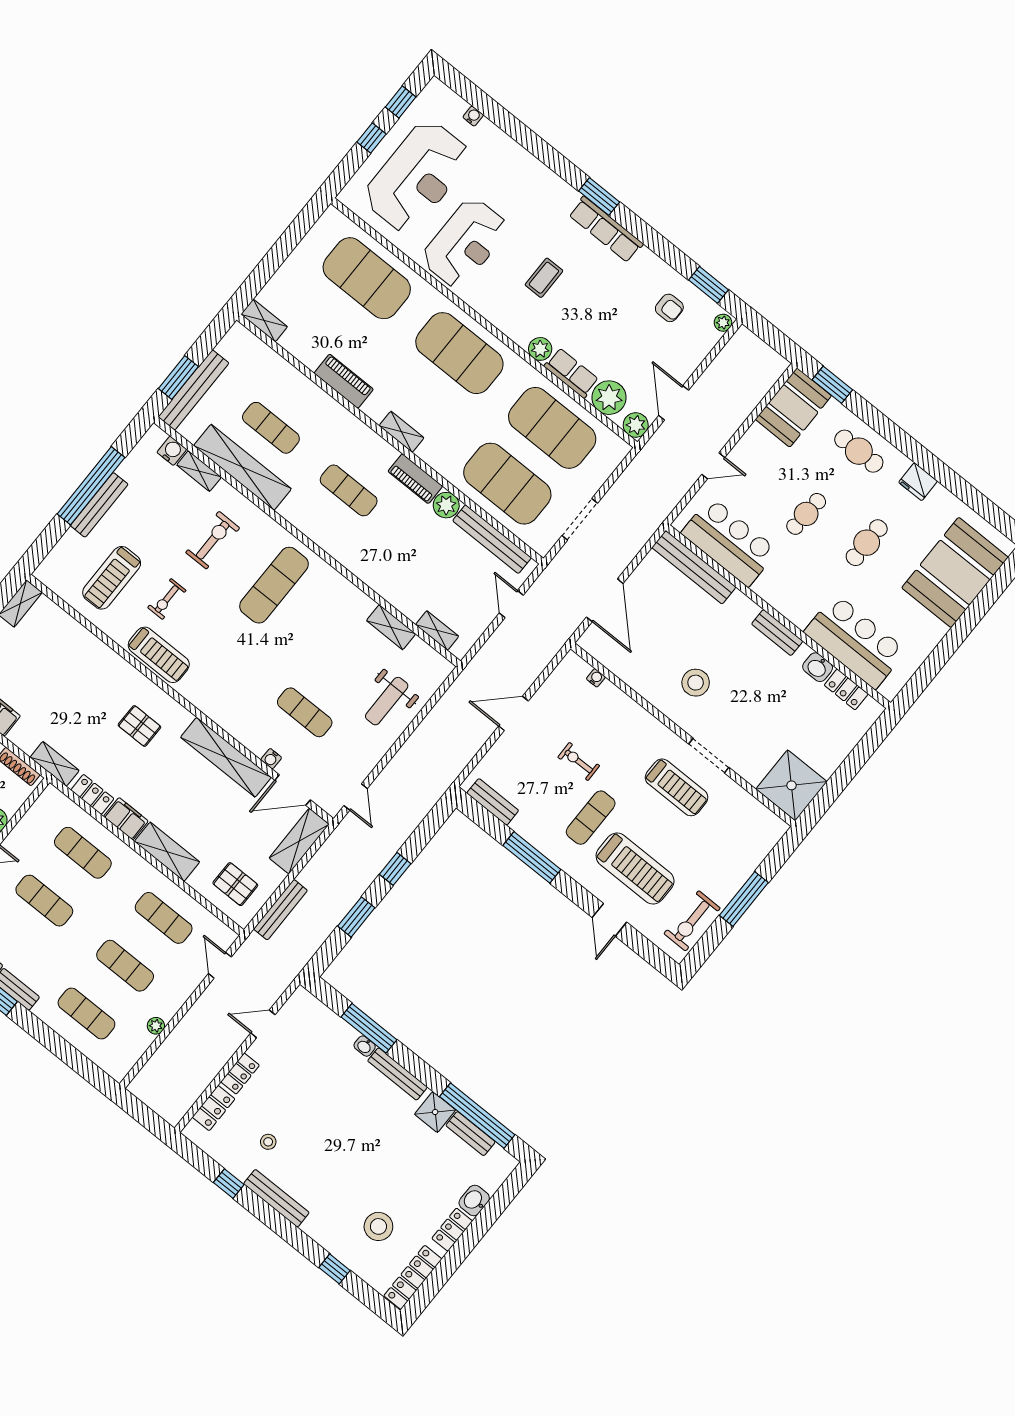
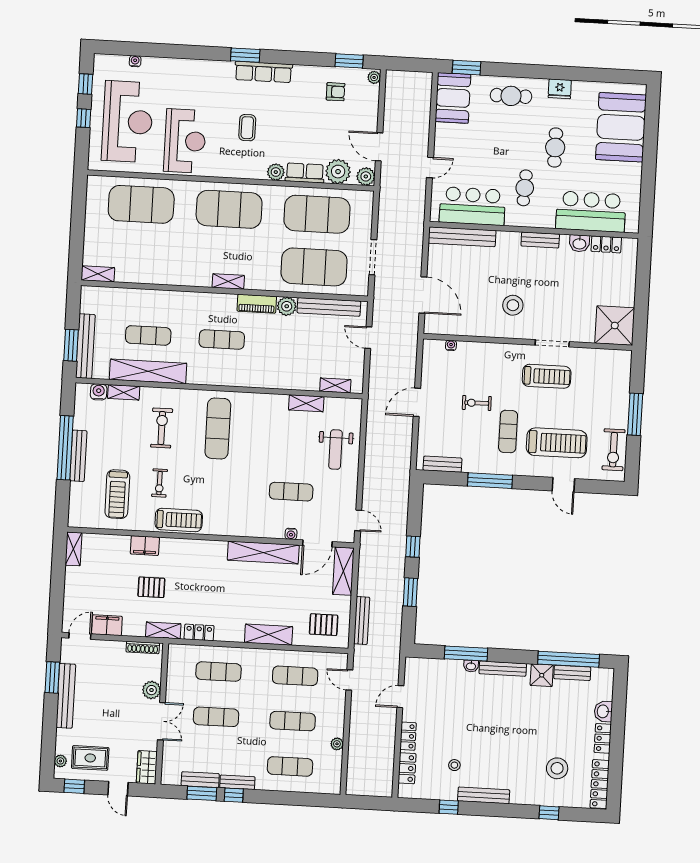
piano: (344, 381) -> (172, 276), removed
cafe table: (806, 514) -> (525, 188), moved
pallet: (139, 726) -> (151, 587), moved
filing cabinet: (126, 819) -> (145, 546), moved, turned 180

